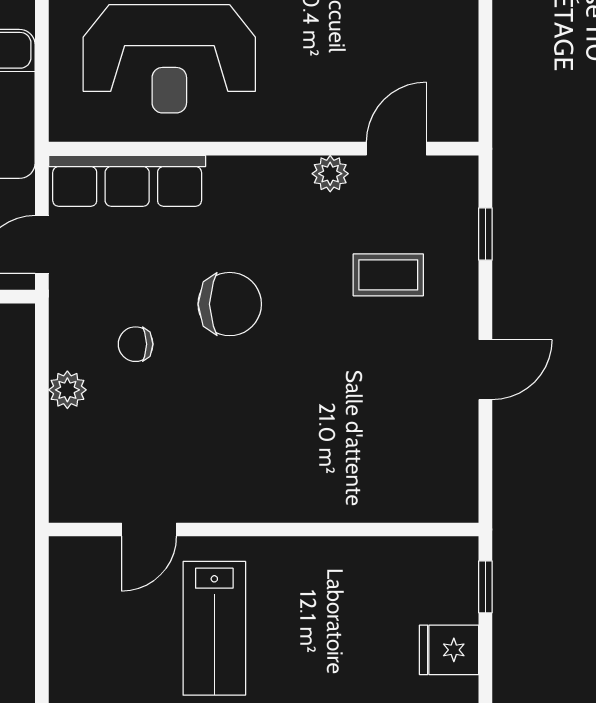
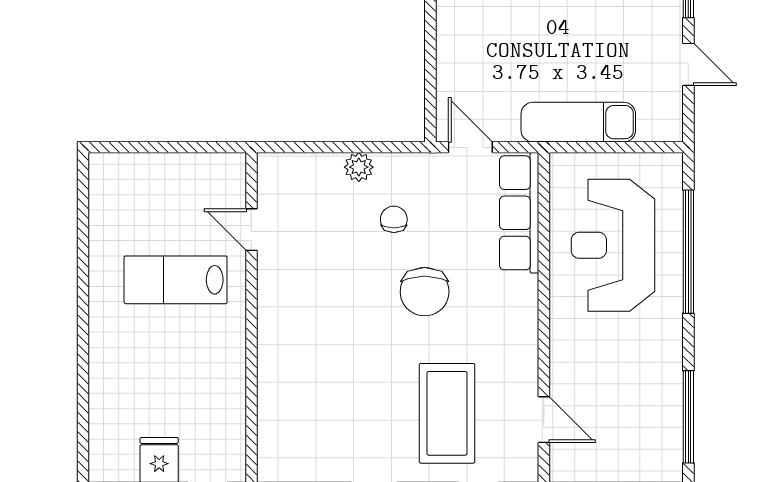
plant: (330, 174) -> (525, 369), removed
coffee table: (388, 275) -> (447, 413), width x1.86, depth x1.72

